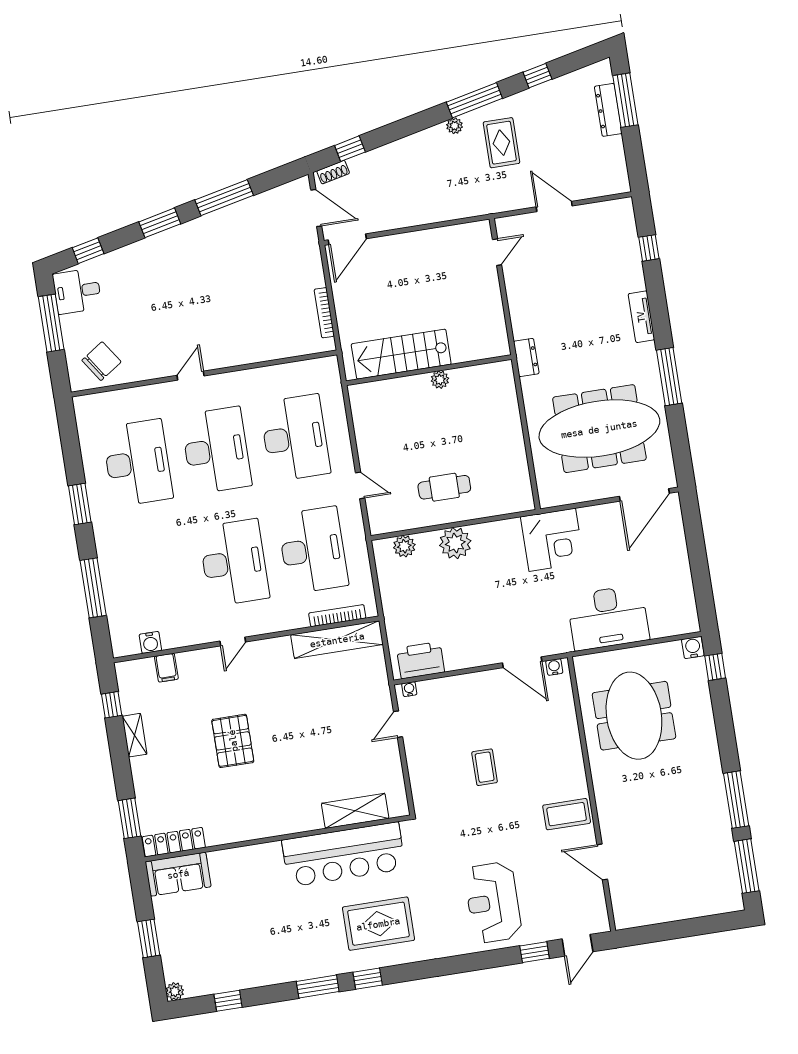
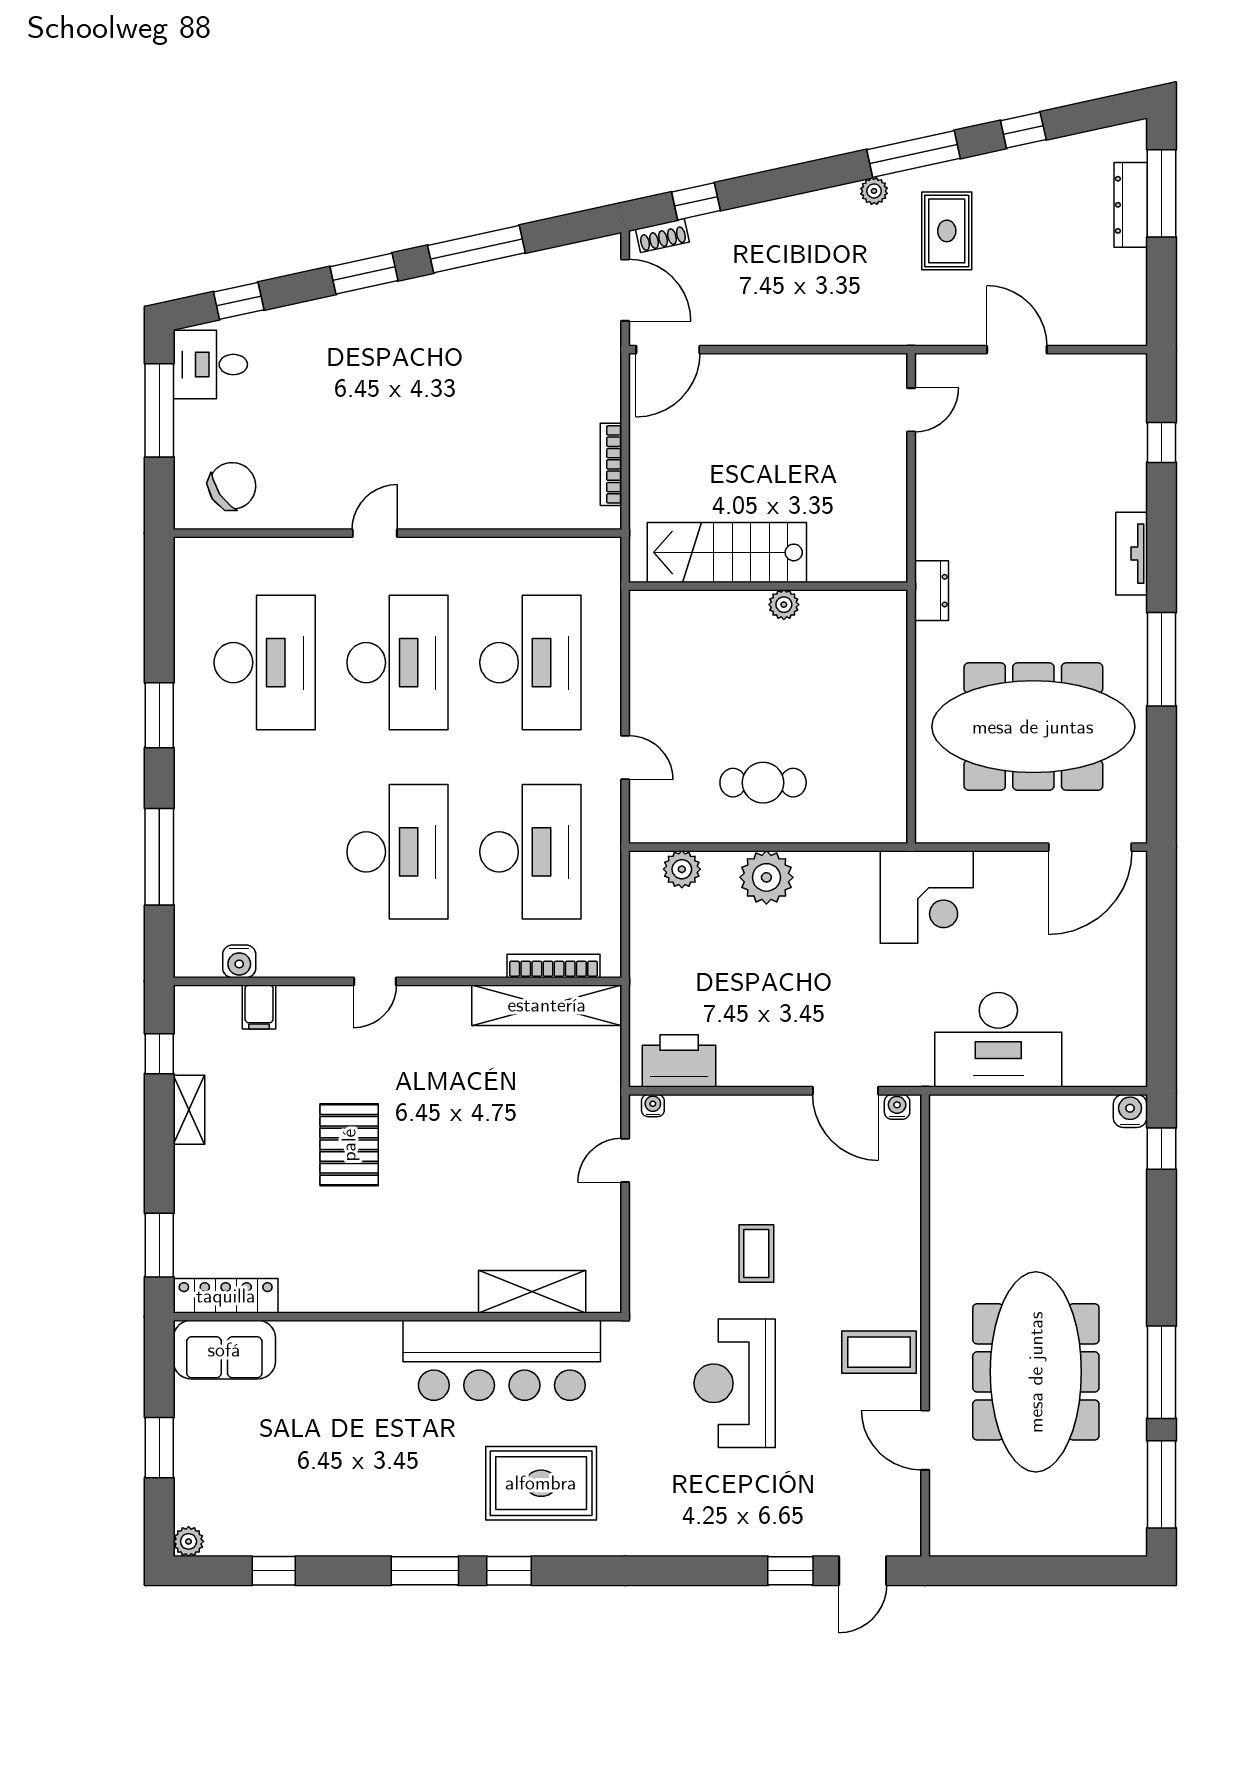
meeting table: (634, 716) -> (1036, 1372), moved, width x1.36
reception desk: (493, 902) -> (735, 1383), moved

